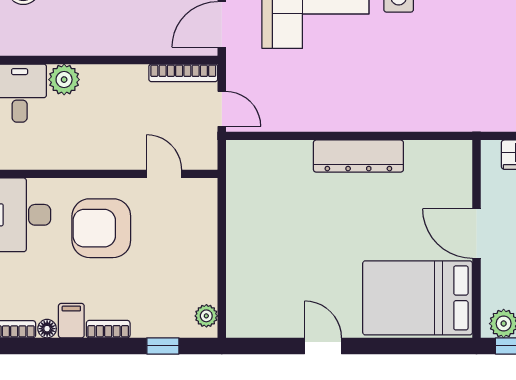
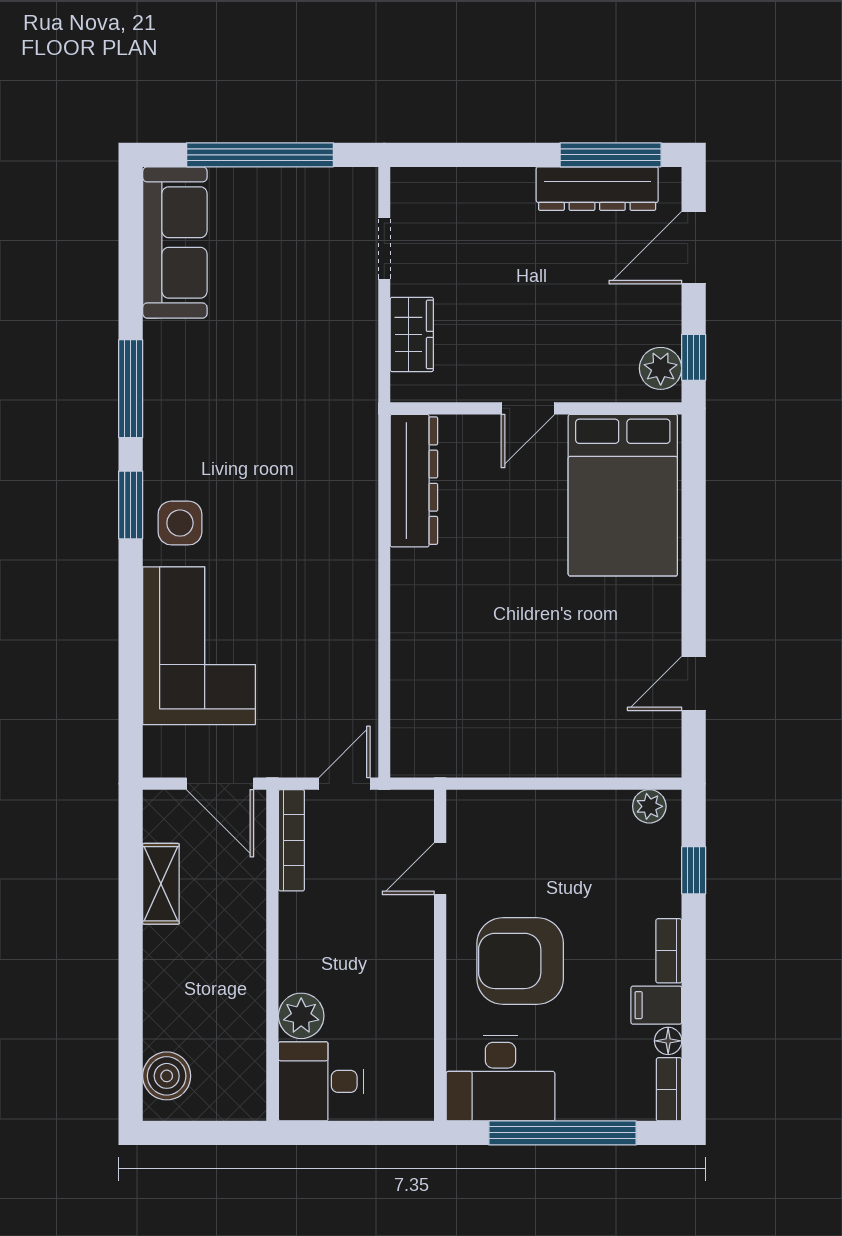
dresser: (358, 156) -> (414, 481), moved
armchair: (101, 228) -> (520, 961), turned 90
door: (476, 233) -> (528, 408), width x0.73
door: (323, 346) -> (694, 683), moved

